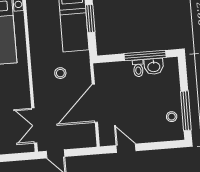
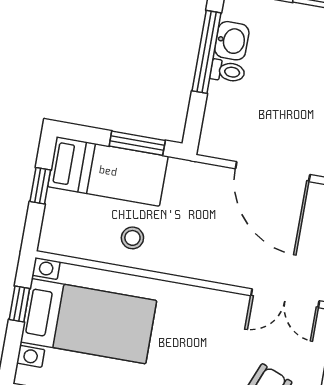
window: (90, 19) -> (137, 143), moved
stool: (60, 73) -> (132, 238), moved

